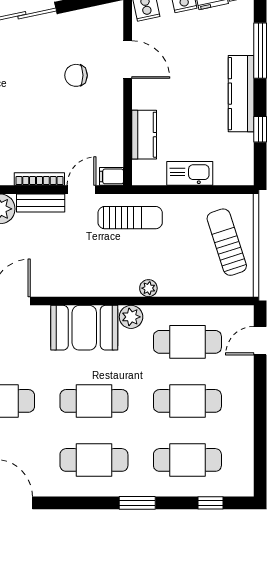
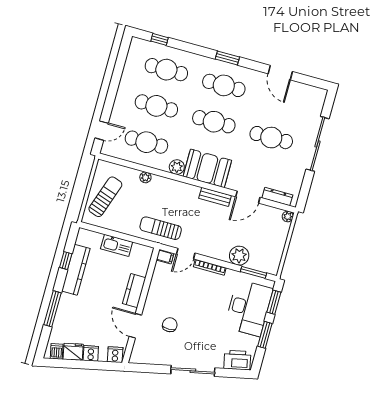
chair: (76, 75) -> (170, 325), turned -91
kitchen counter: (241, 94) -> (76, 270), moved
kitchen counter: (144, 135) -> (134, 291), moved
bench: (41, 203) -> (215, 197), moved
sun lounger: (227, 242) -> (105, 197), turned -143
plant: (148, 288) -> (145, 177), moved
window: (137, 503) -> (227, 58), moved

